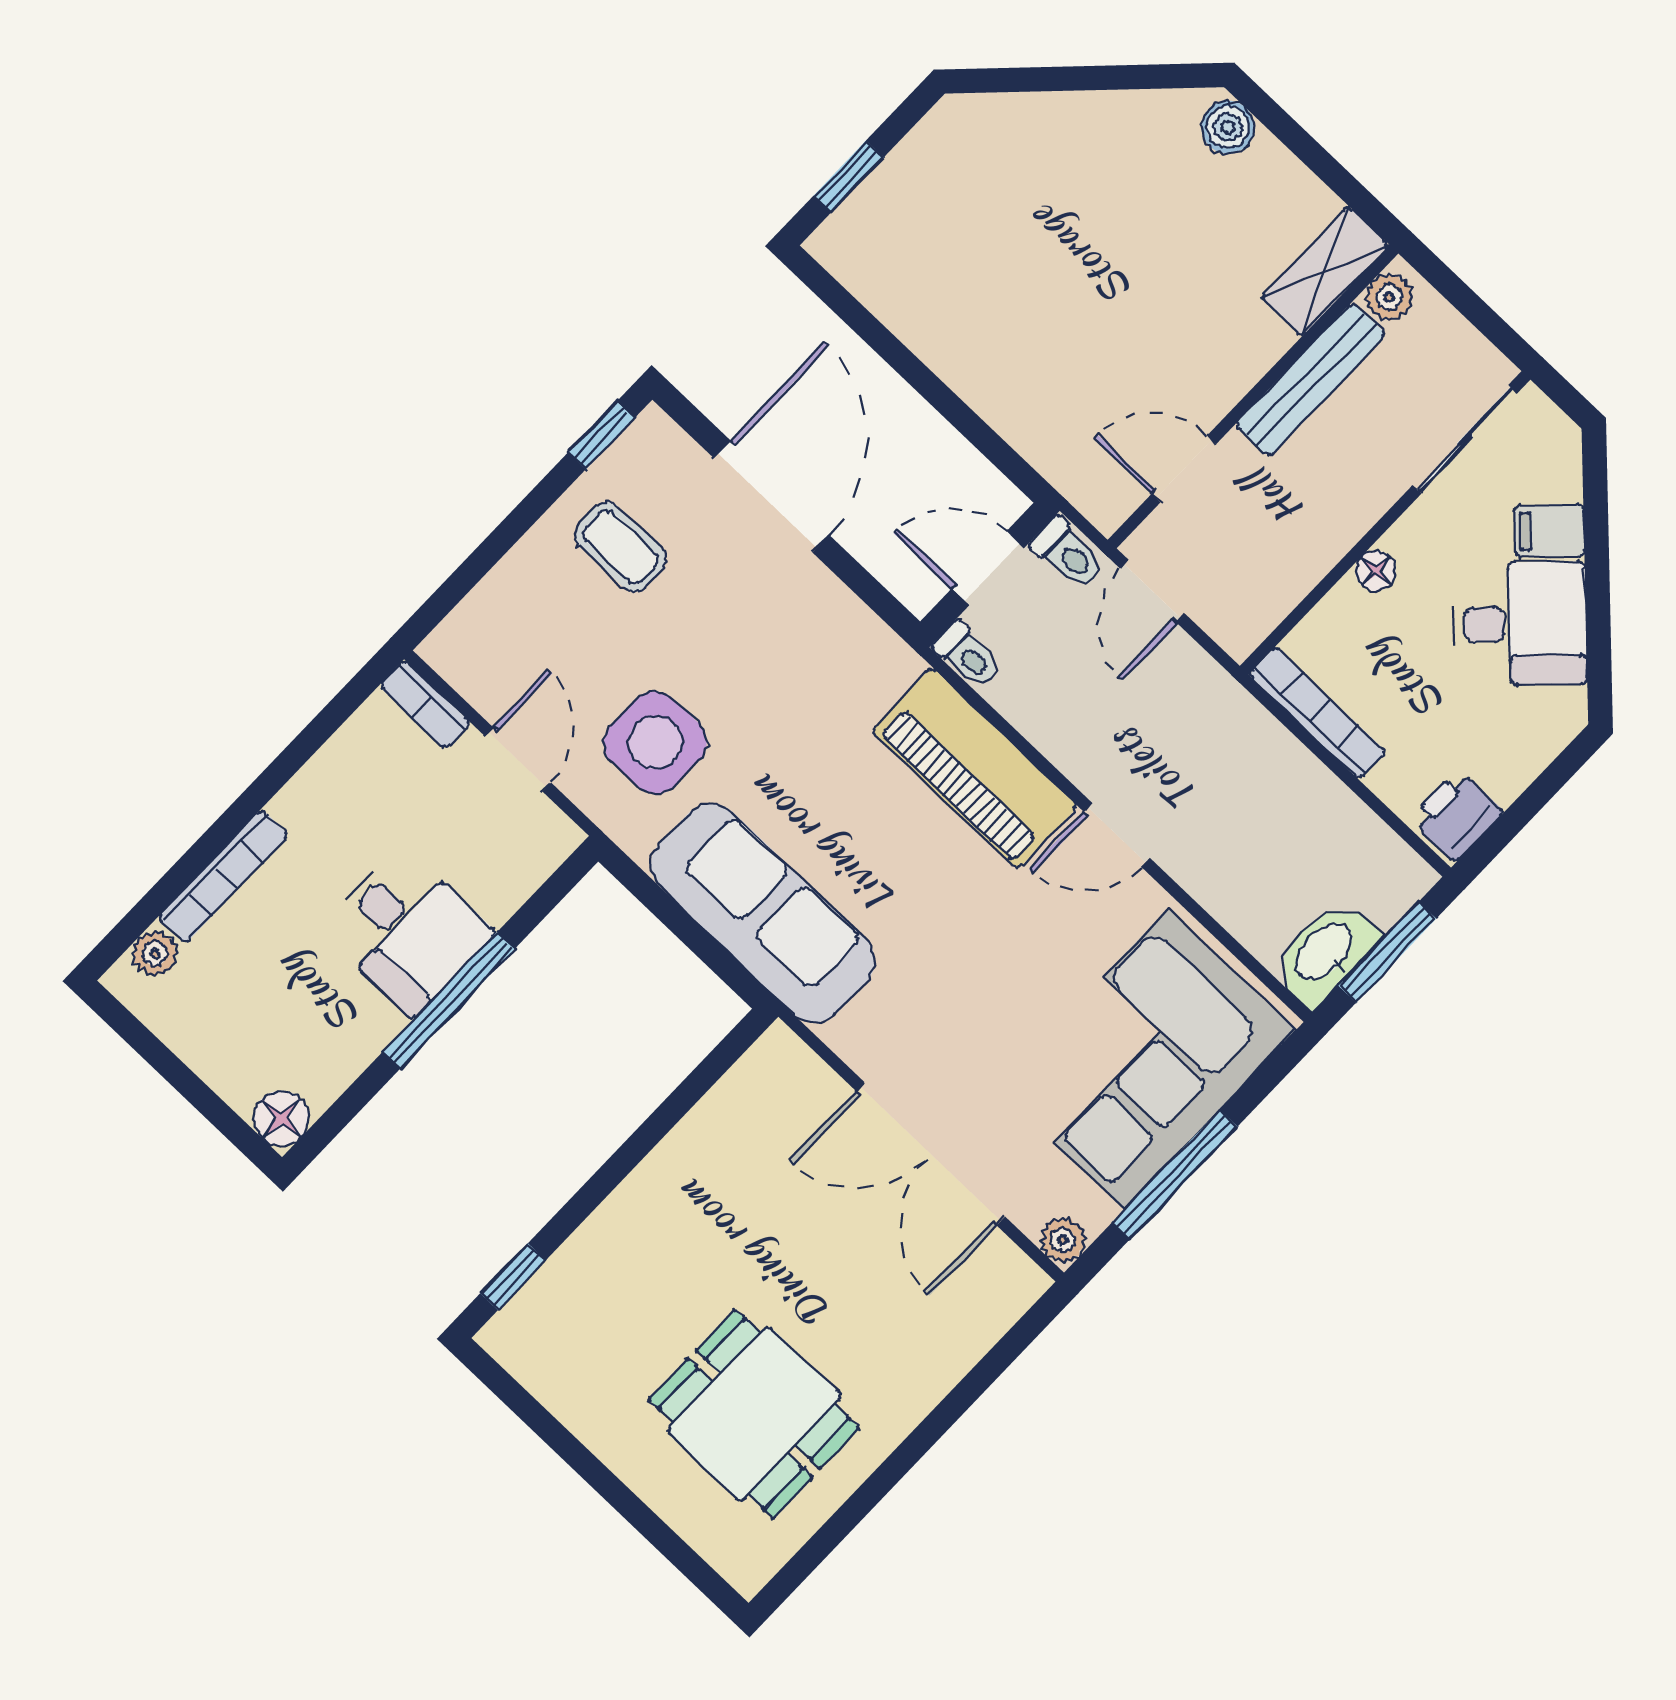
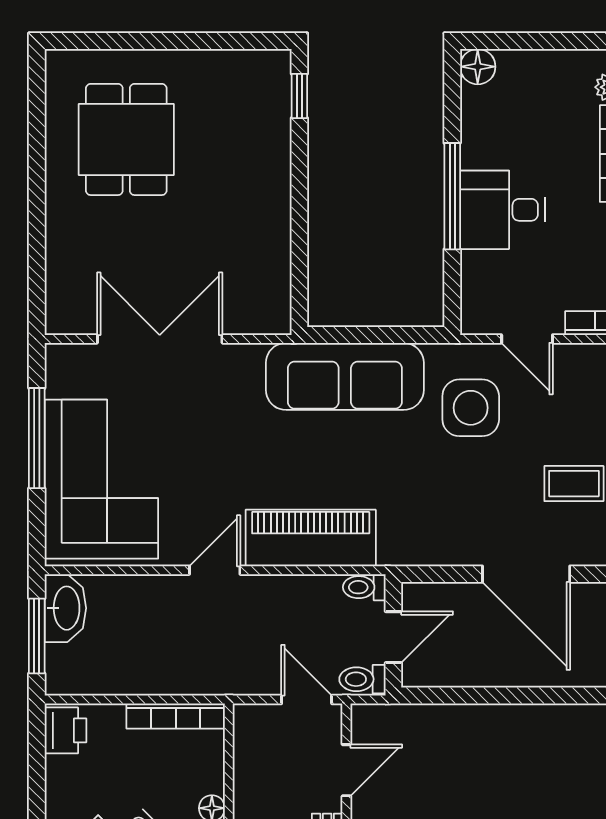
plant: (1063, 1240) -> (60, 358), removed
dining table: (754, 1414) -> (126, 139), turned 90

